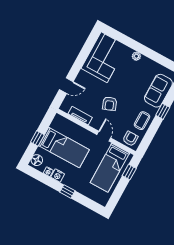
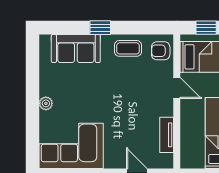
armchair: (110, 104) -> (129, 104), removed
door: (104, 136) -> (177, 88), swing flipped

